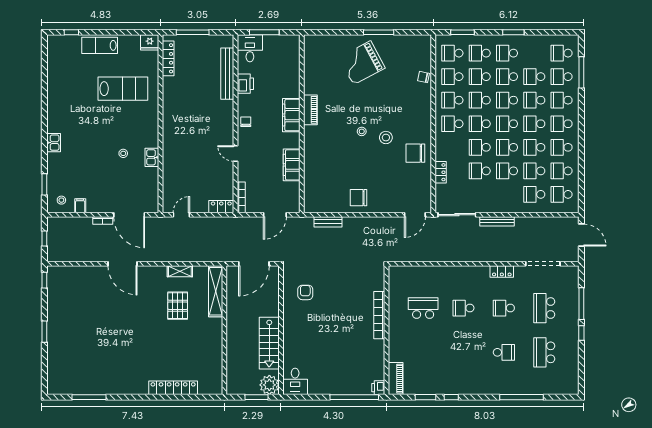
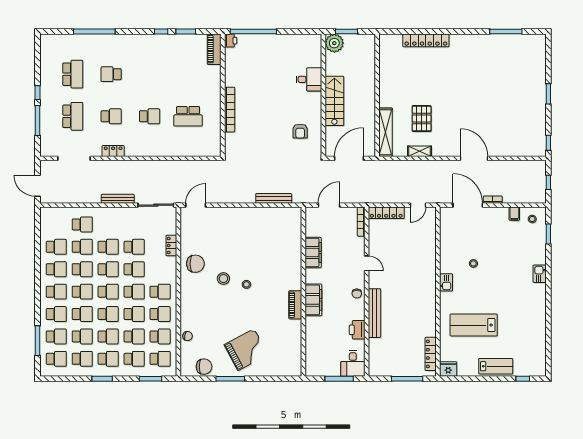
bench: (227, 74) -> (374, 313), moved
kitchen sink: (152, 157) -> (446, 282), moved
school desk: (562, 194) -> (82, 359), moved
chair: (359, 198) -> (204, 367), moved
locker: (221, 207) -> (386, 213), width x1.53
bench: (328, 222) -> (274, 198), width x1.36
stairs: (269, 343) -> (334, 101), moved
desk: (295, 381) -> (309, 79), moved, turned 90

